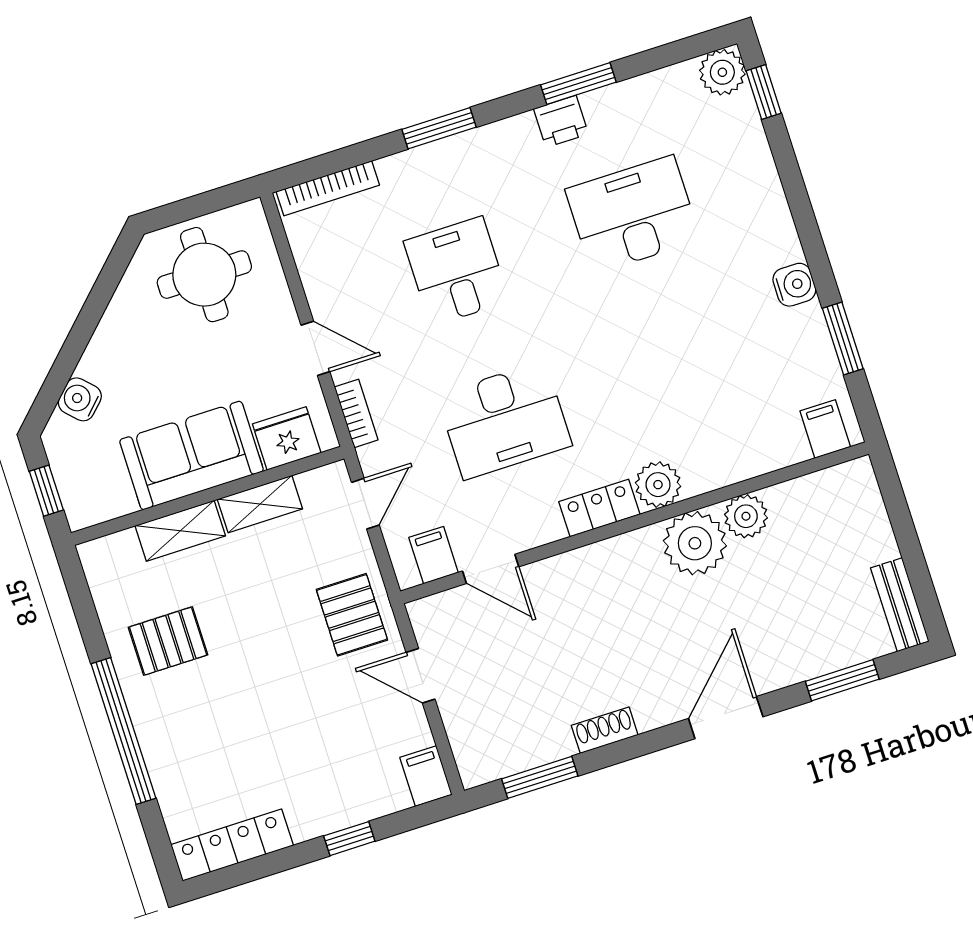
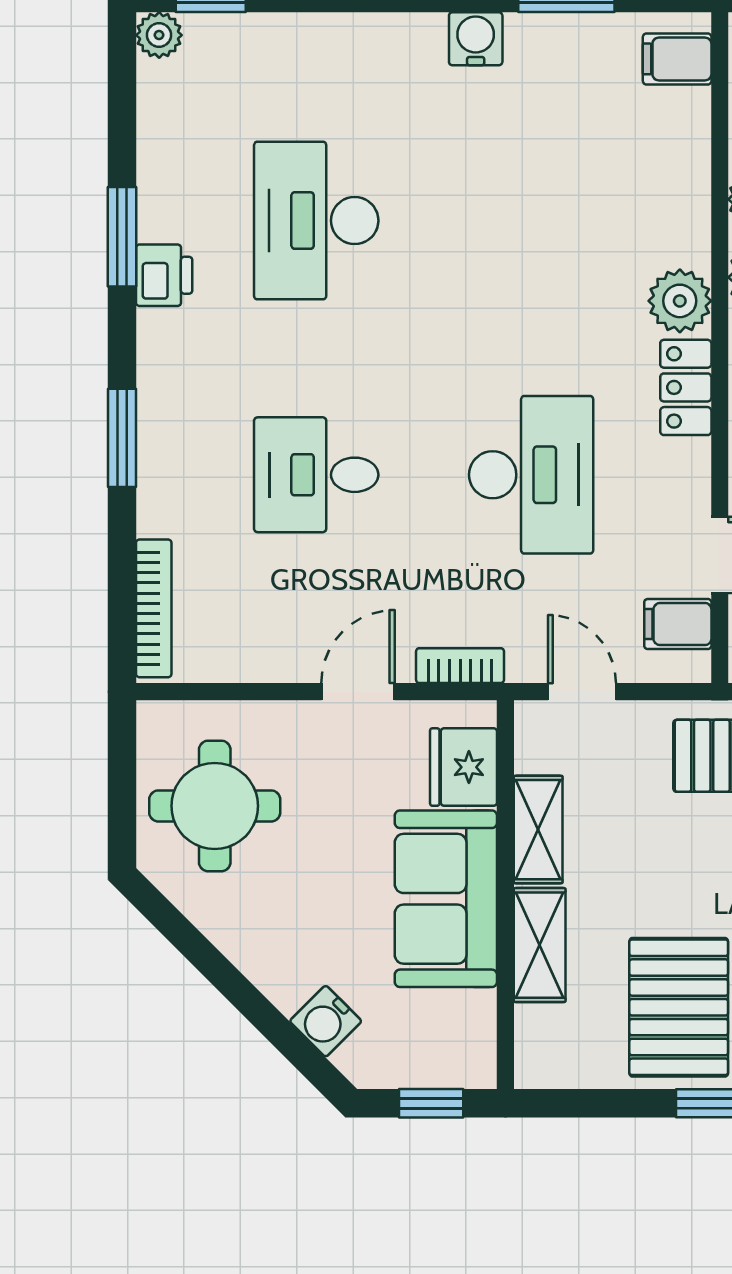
plant: (722, 72) -> (159, 35), width x0.73, depth x0.73
pallet: (168, 641) -> (679, 1007), width x1.50, depth x1.42

